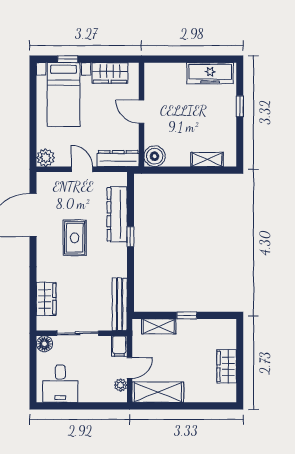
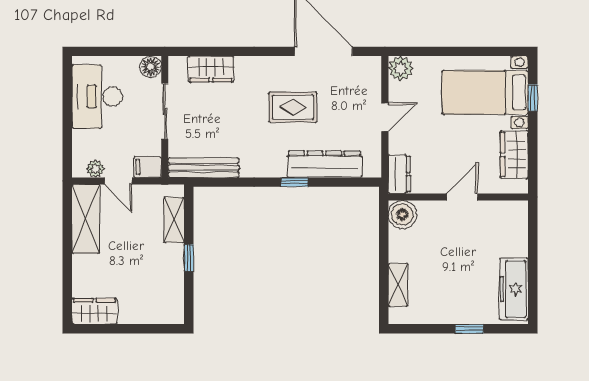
dresser: (118, 159) -> (399, 174), width x0.70
wardrobe: (227, 366) -> (94, 311), moved
desk: (60, 384) -> (97, 97), width x1.37

